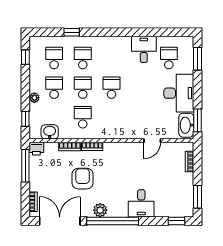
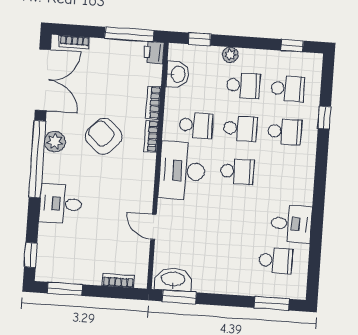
desk: (179, 93) -> (182, 171), moved, turned 90
armchair: (83, 179) -> (104, 136), moved, turned -137

